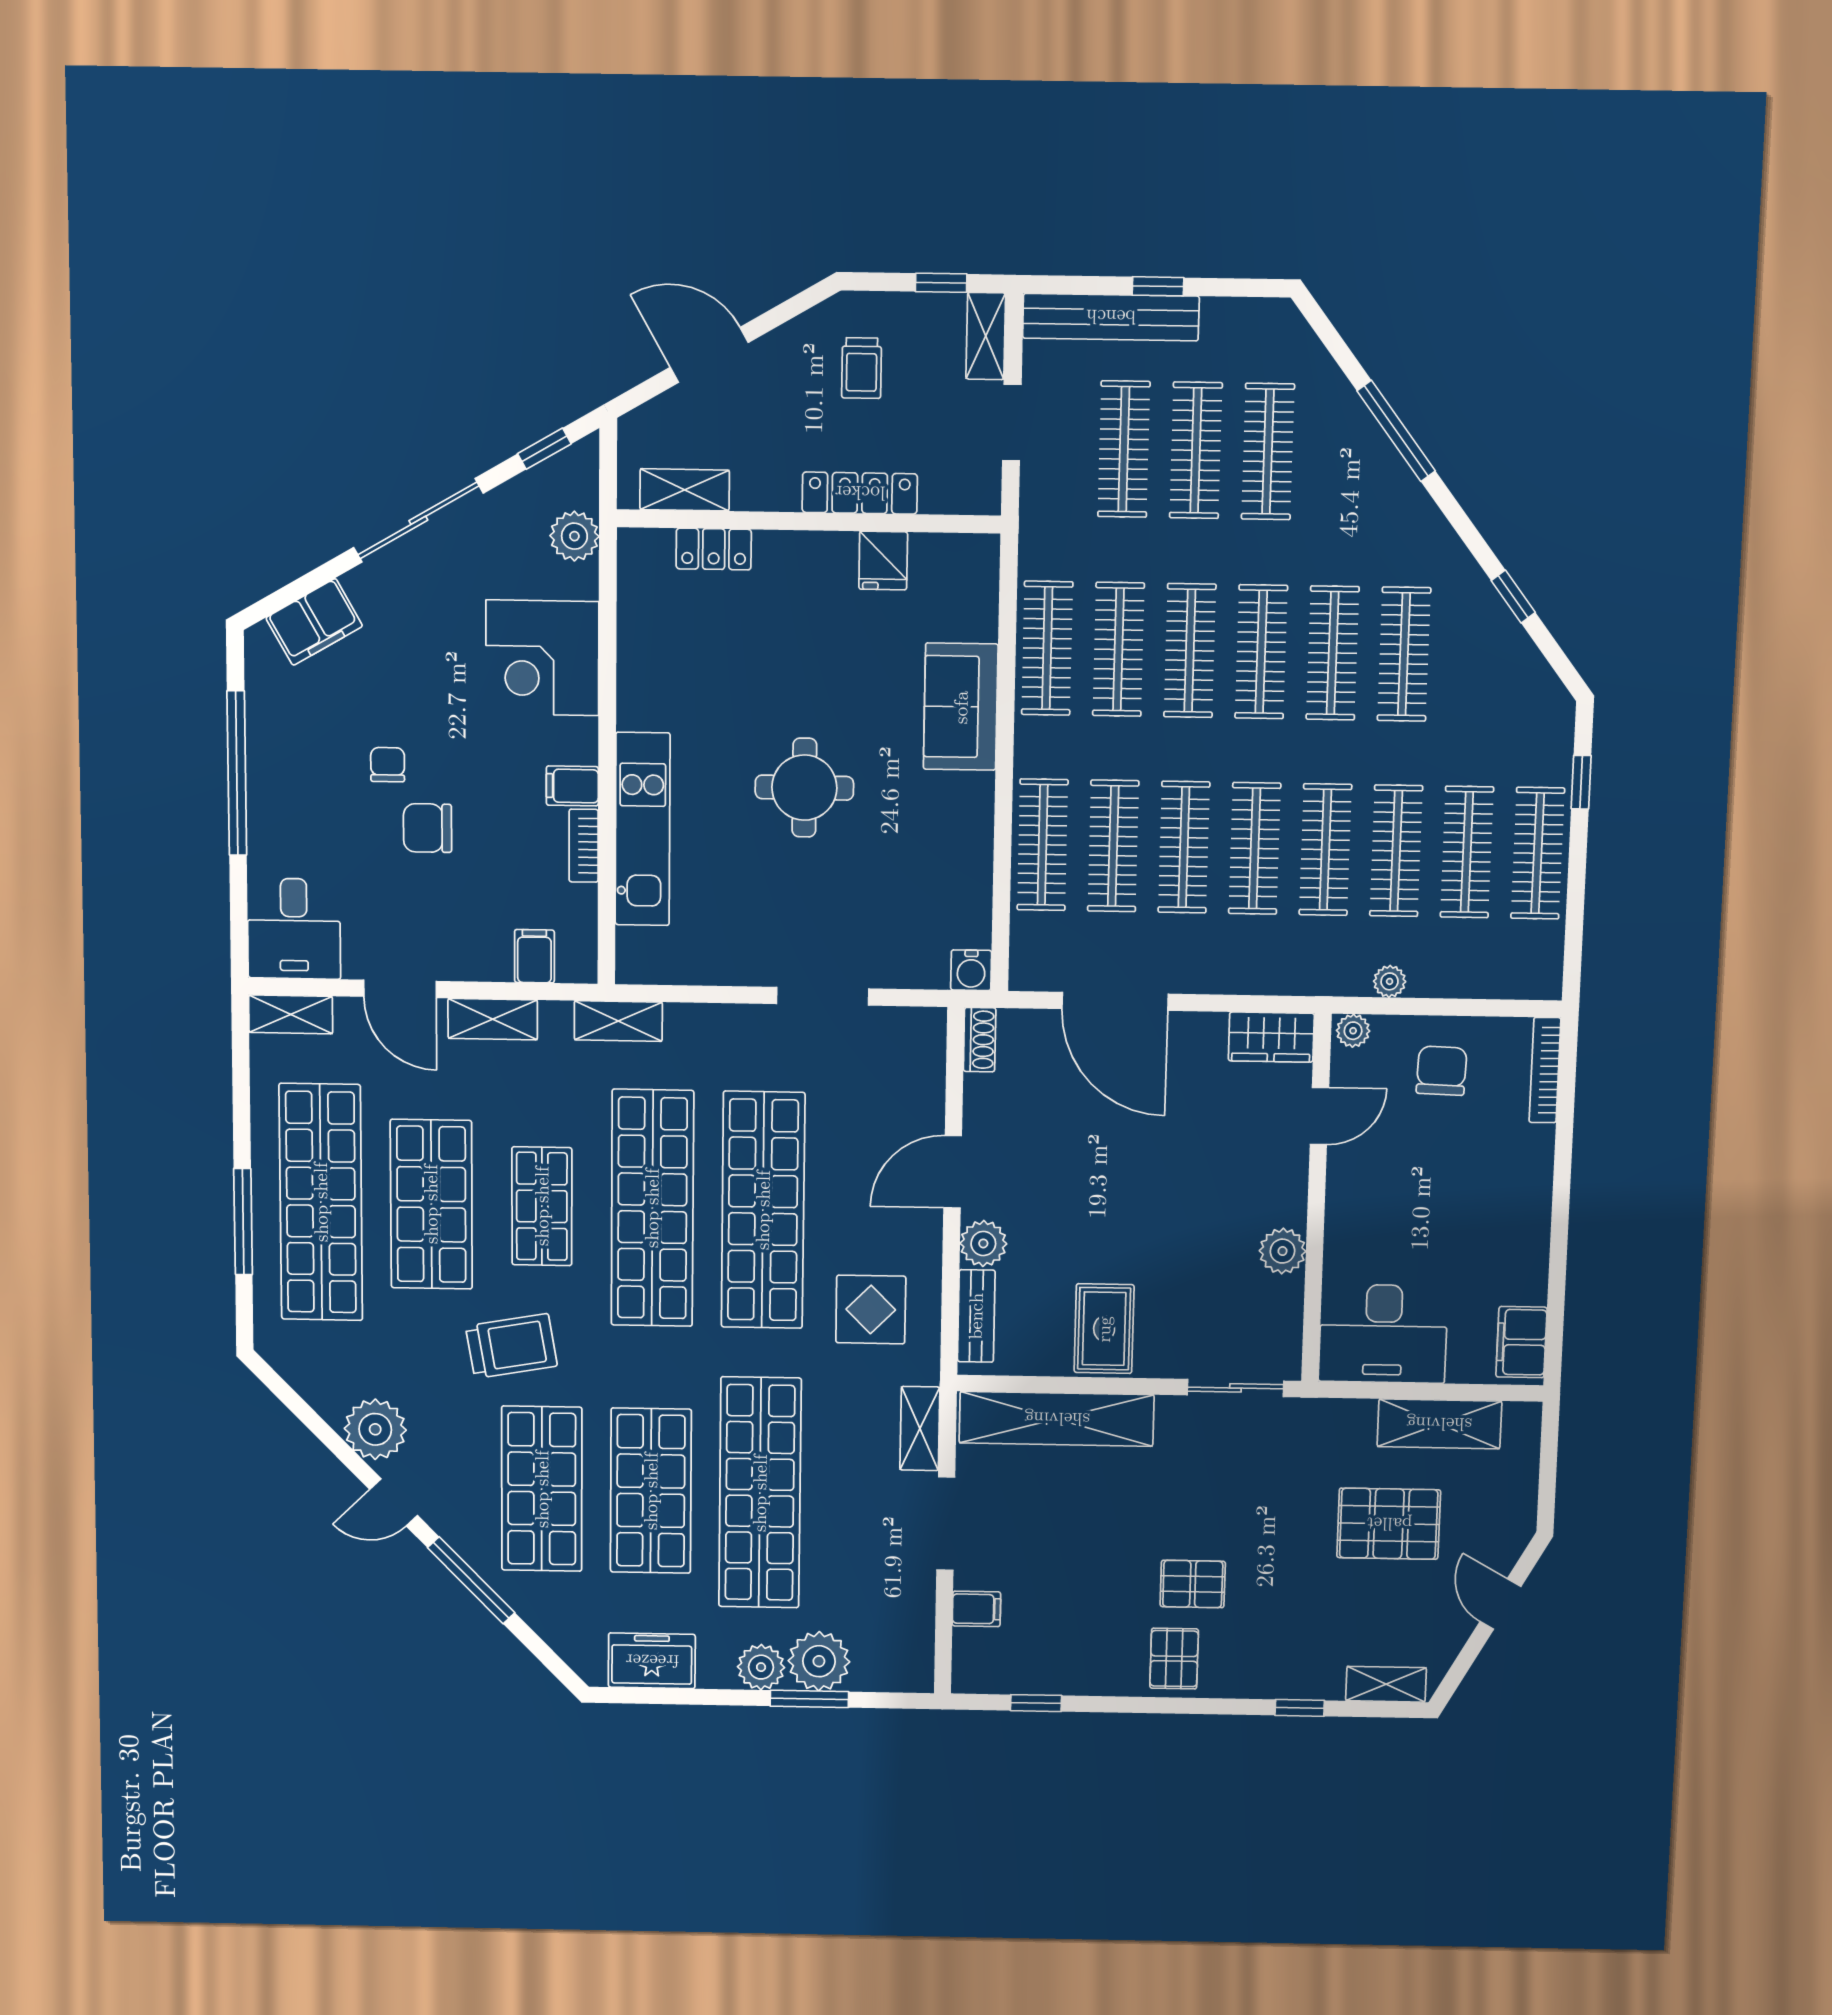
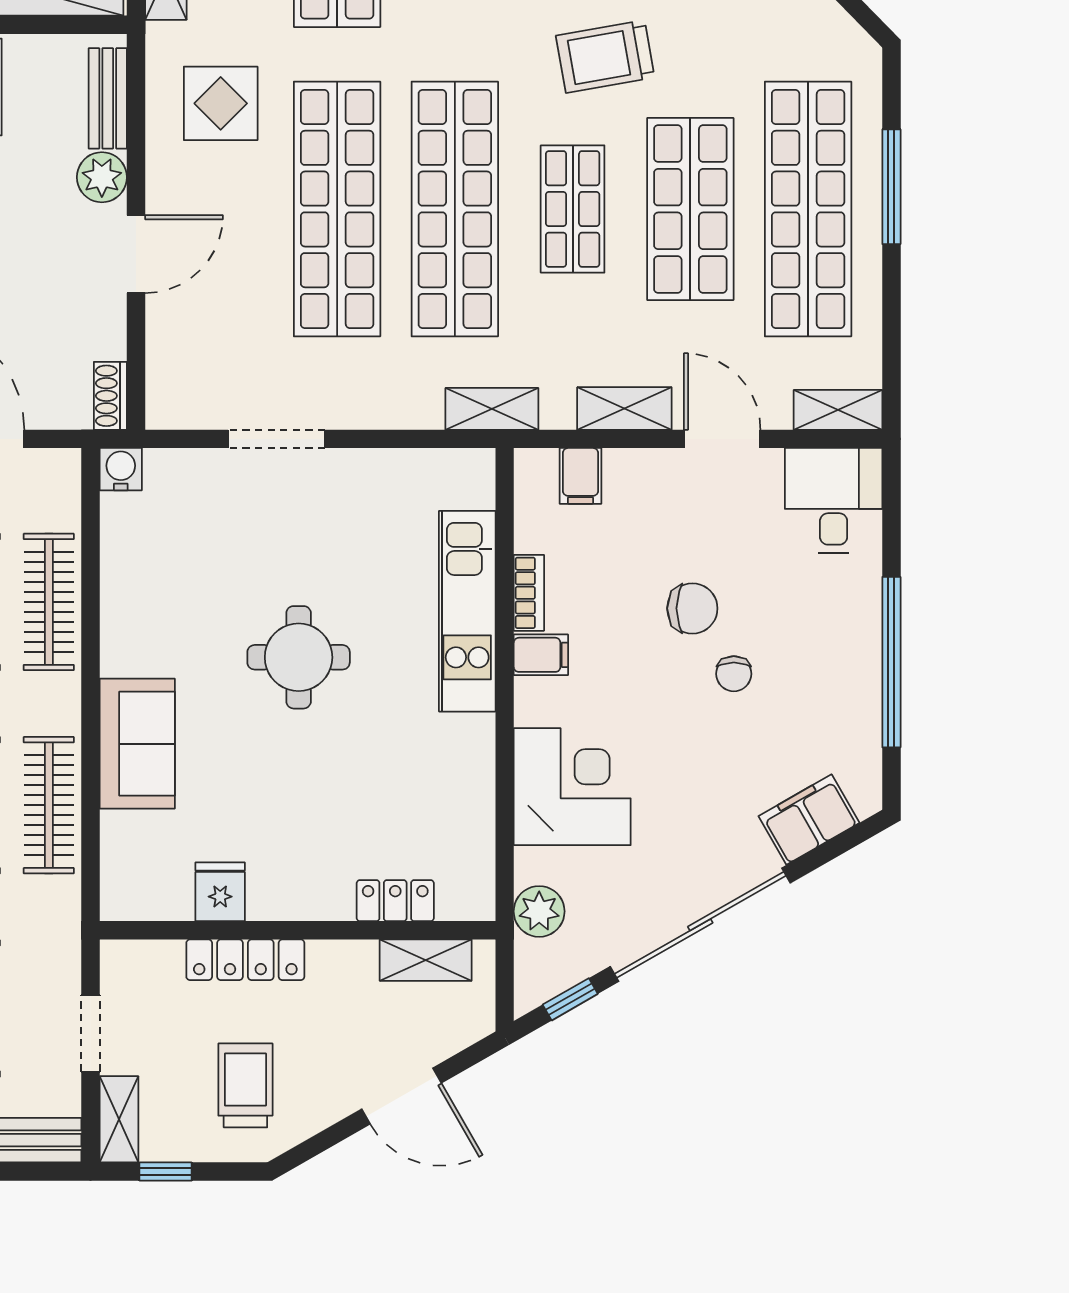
trolley: (862, 368) -> (245, 1085), width x1.36, depth x1.39
sliding door: (418, 520) -> (700, 925), width x1.36

